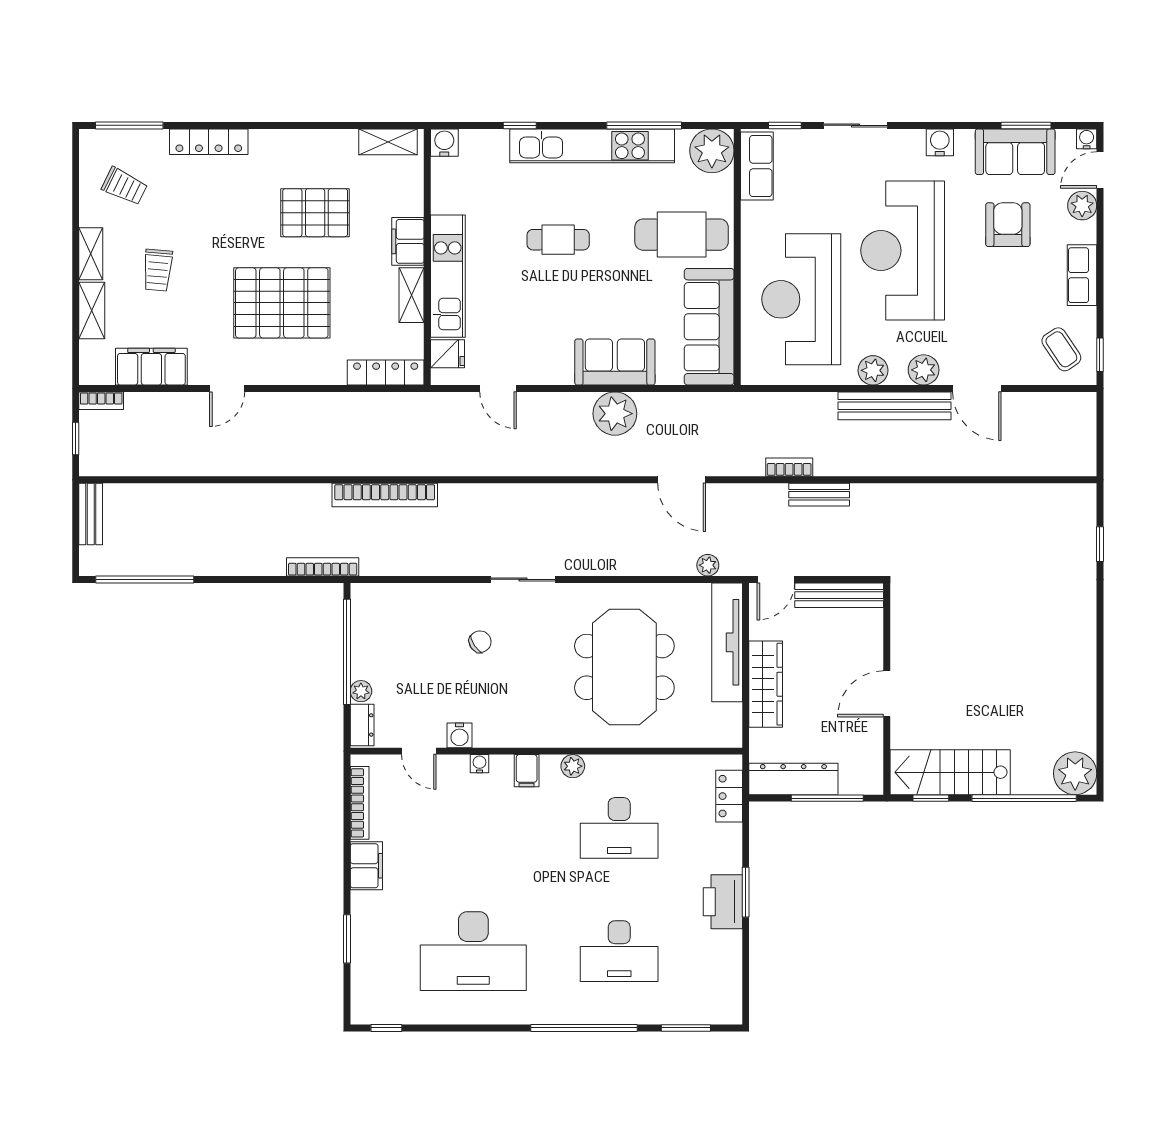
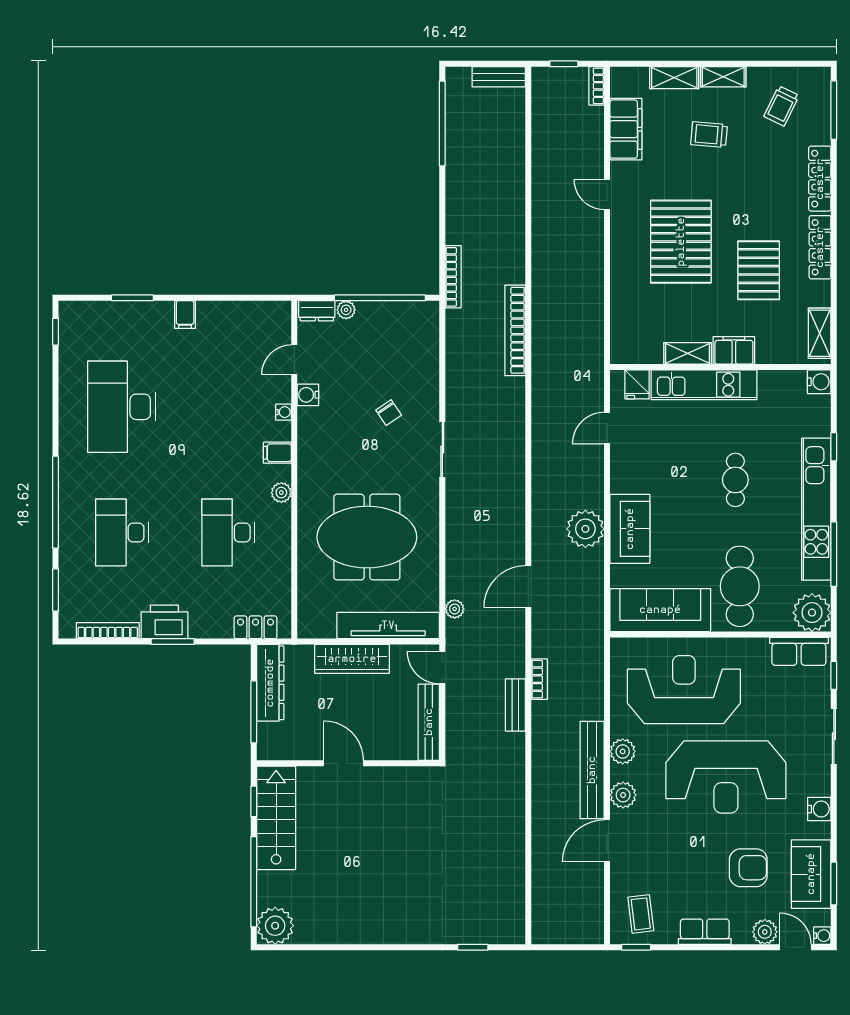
reception desk: (903, 251) -> (726, 777), turned 180
coffee table: (1061, 349) -> (641, 914), turned -63
locker: (386, 372) -> (820, 247), moved, turned 180
bookcase: (360, 803) -> (108, 631), moved, turned 180
filing cabinet: (366, 866) -> (185, 315), width x0.50

